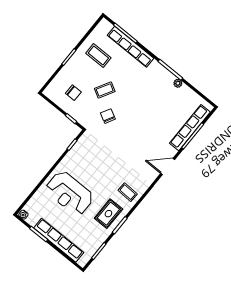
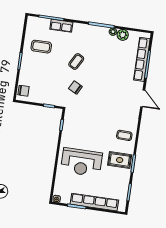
row of seats: (131, 47) -> (61, 26), width x0.50
coffee table: (105, 90) -> (76, 62), moved
plant: (186, 92) -> (123, 35), added
chair: (73, 93) -> (24, 91), moved
door: (168, 167) -> (143, 98), swing flipped
rug: (108, 214) -> (120, 160), turned 90

